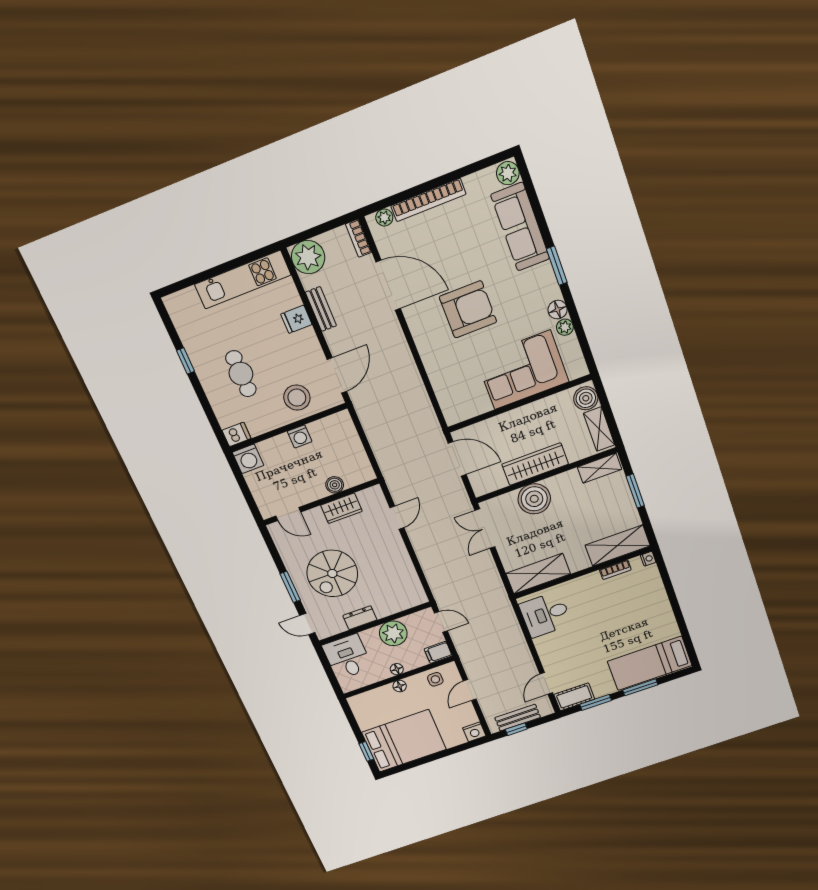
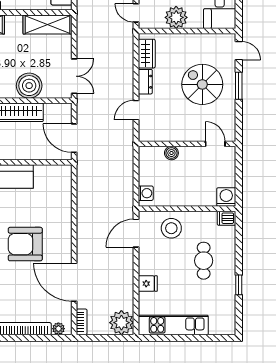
bench: (321, 309) -> (128, 284), removed
washing machine: (300, 436) -> (146, 193), moved, turned 90
wardrobe: (341, 508) -> (147, 54), moved, turned 90
spiral stairs: (332, 573) -> (202, 84), turned -90
dresser: (360, 618) -> (145, 82), moved, turned -90

